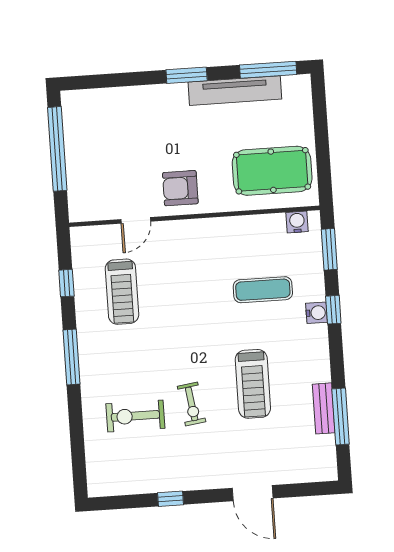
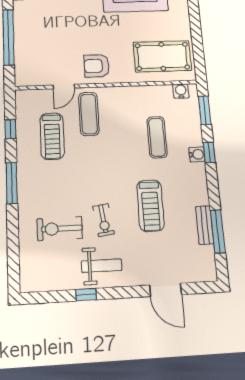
exercise mat: (171, 259) -> (89, 114), added
exercise mat: (263, 290) -> (157, 137), turned 90
weight bench: (190, 462) -> (102, 266), added
door: (253, 493) -> (166, 290), moved

